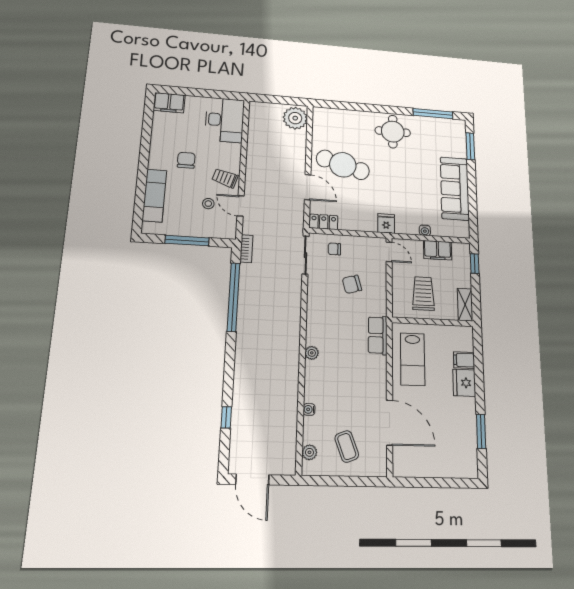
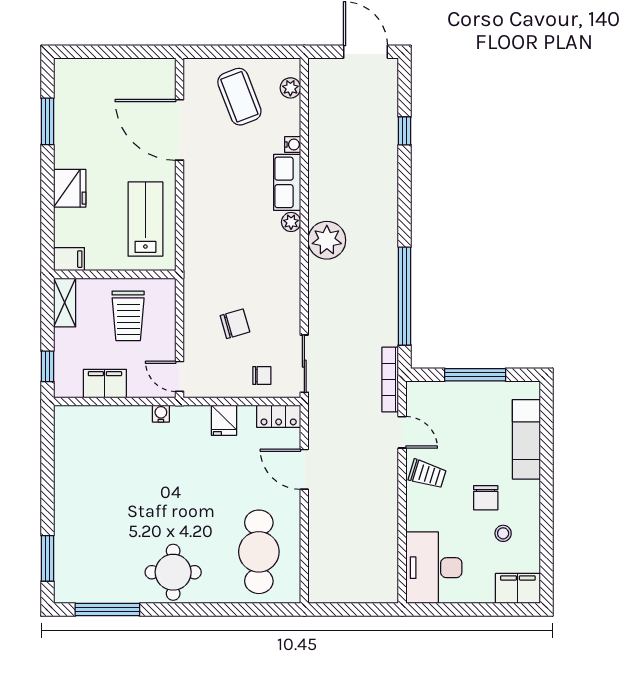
plant: (295, 118) -> (327, 240), moved
cafe table: (343, 165) -> (259, 552), moved, turned 74
sofa: (455, 189) -> (75, 485), removed
stool: (208, 204) -> (503, 533), moved
fridge: (386, 224) -> (224, 420), moved
water cooler: (425, 230) -> (161, 414), moved
bookcase: (246, 249) -> (390, 380), width x1.56
row of seats: (378, 335) -> (287, 182), moved, turned 180
filing cabinet: (464, 360) -> (69, 259), moved
coffee table: (347, 446) -> (239, 97), width x1.36, depth x1.30

